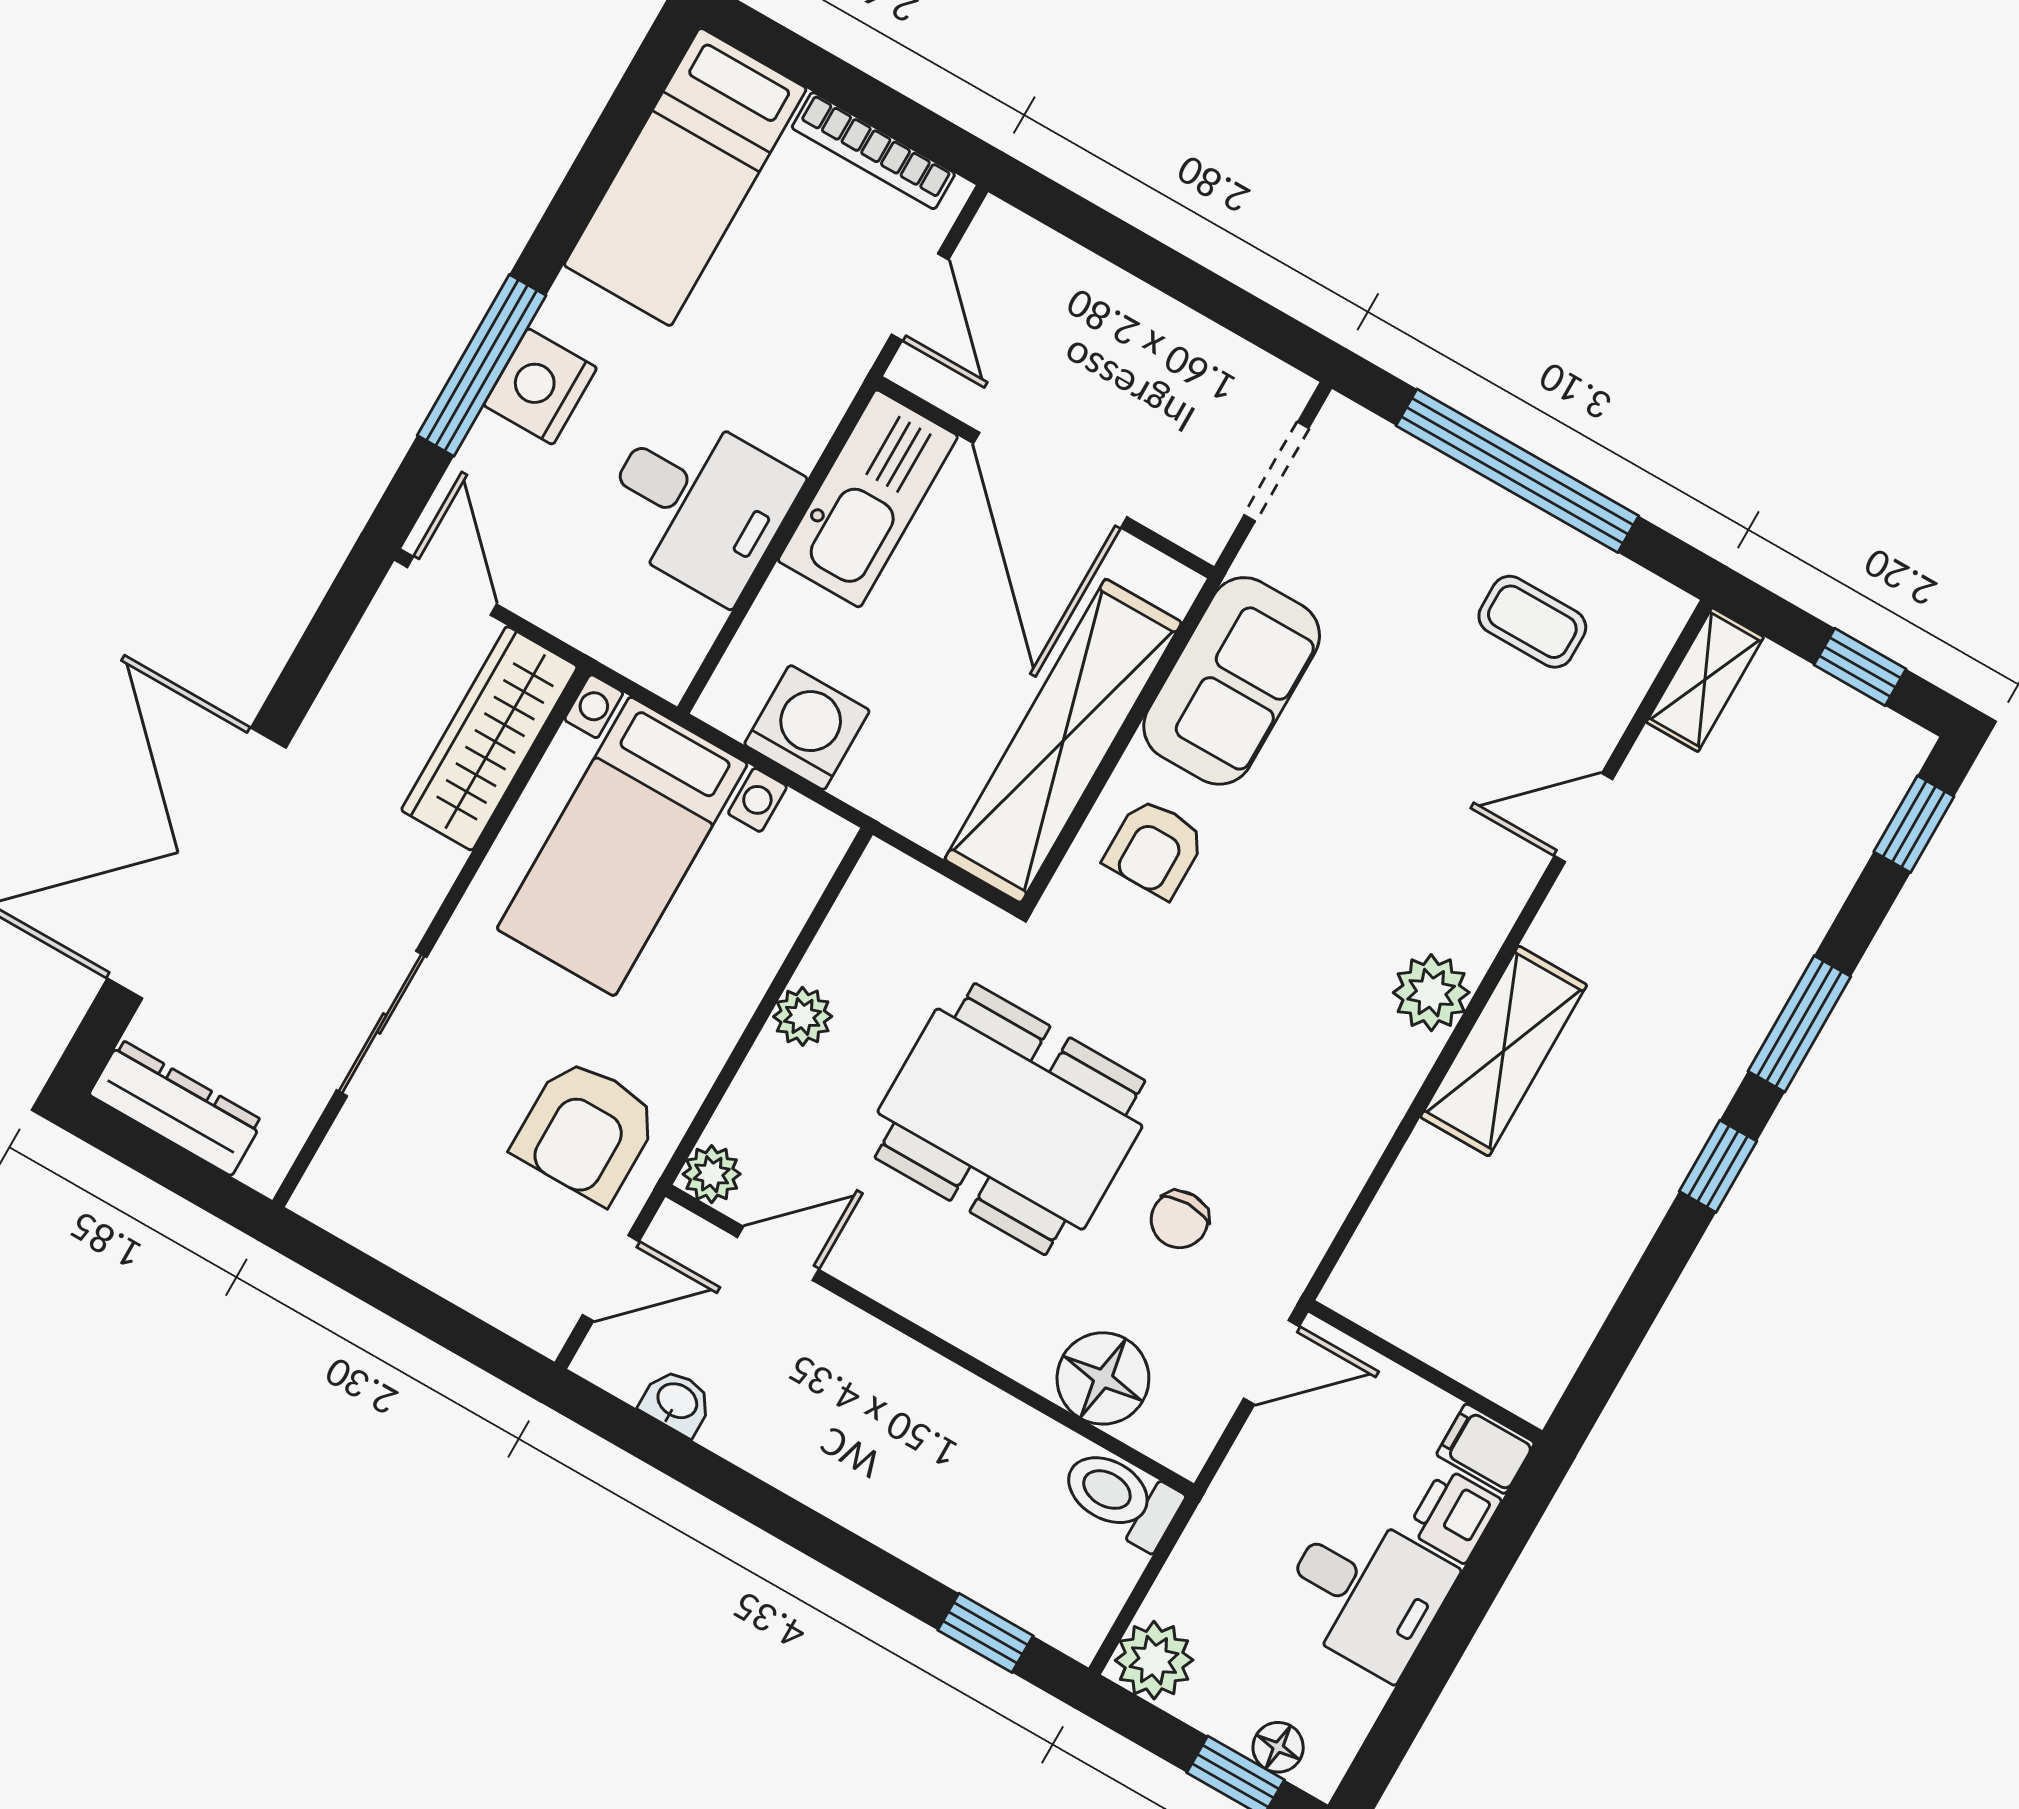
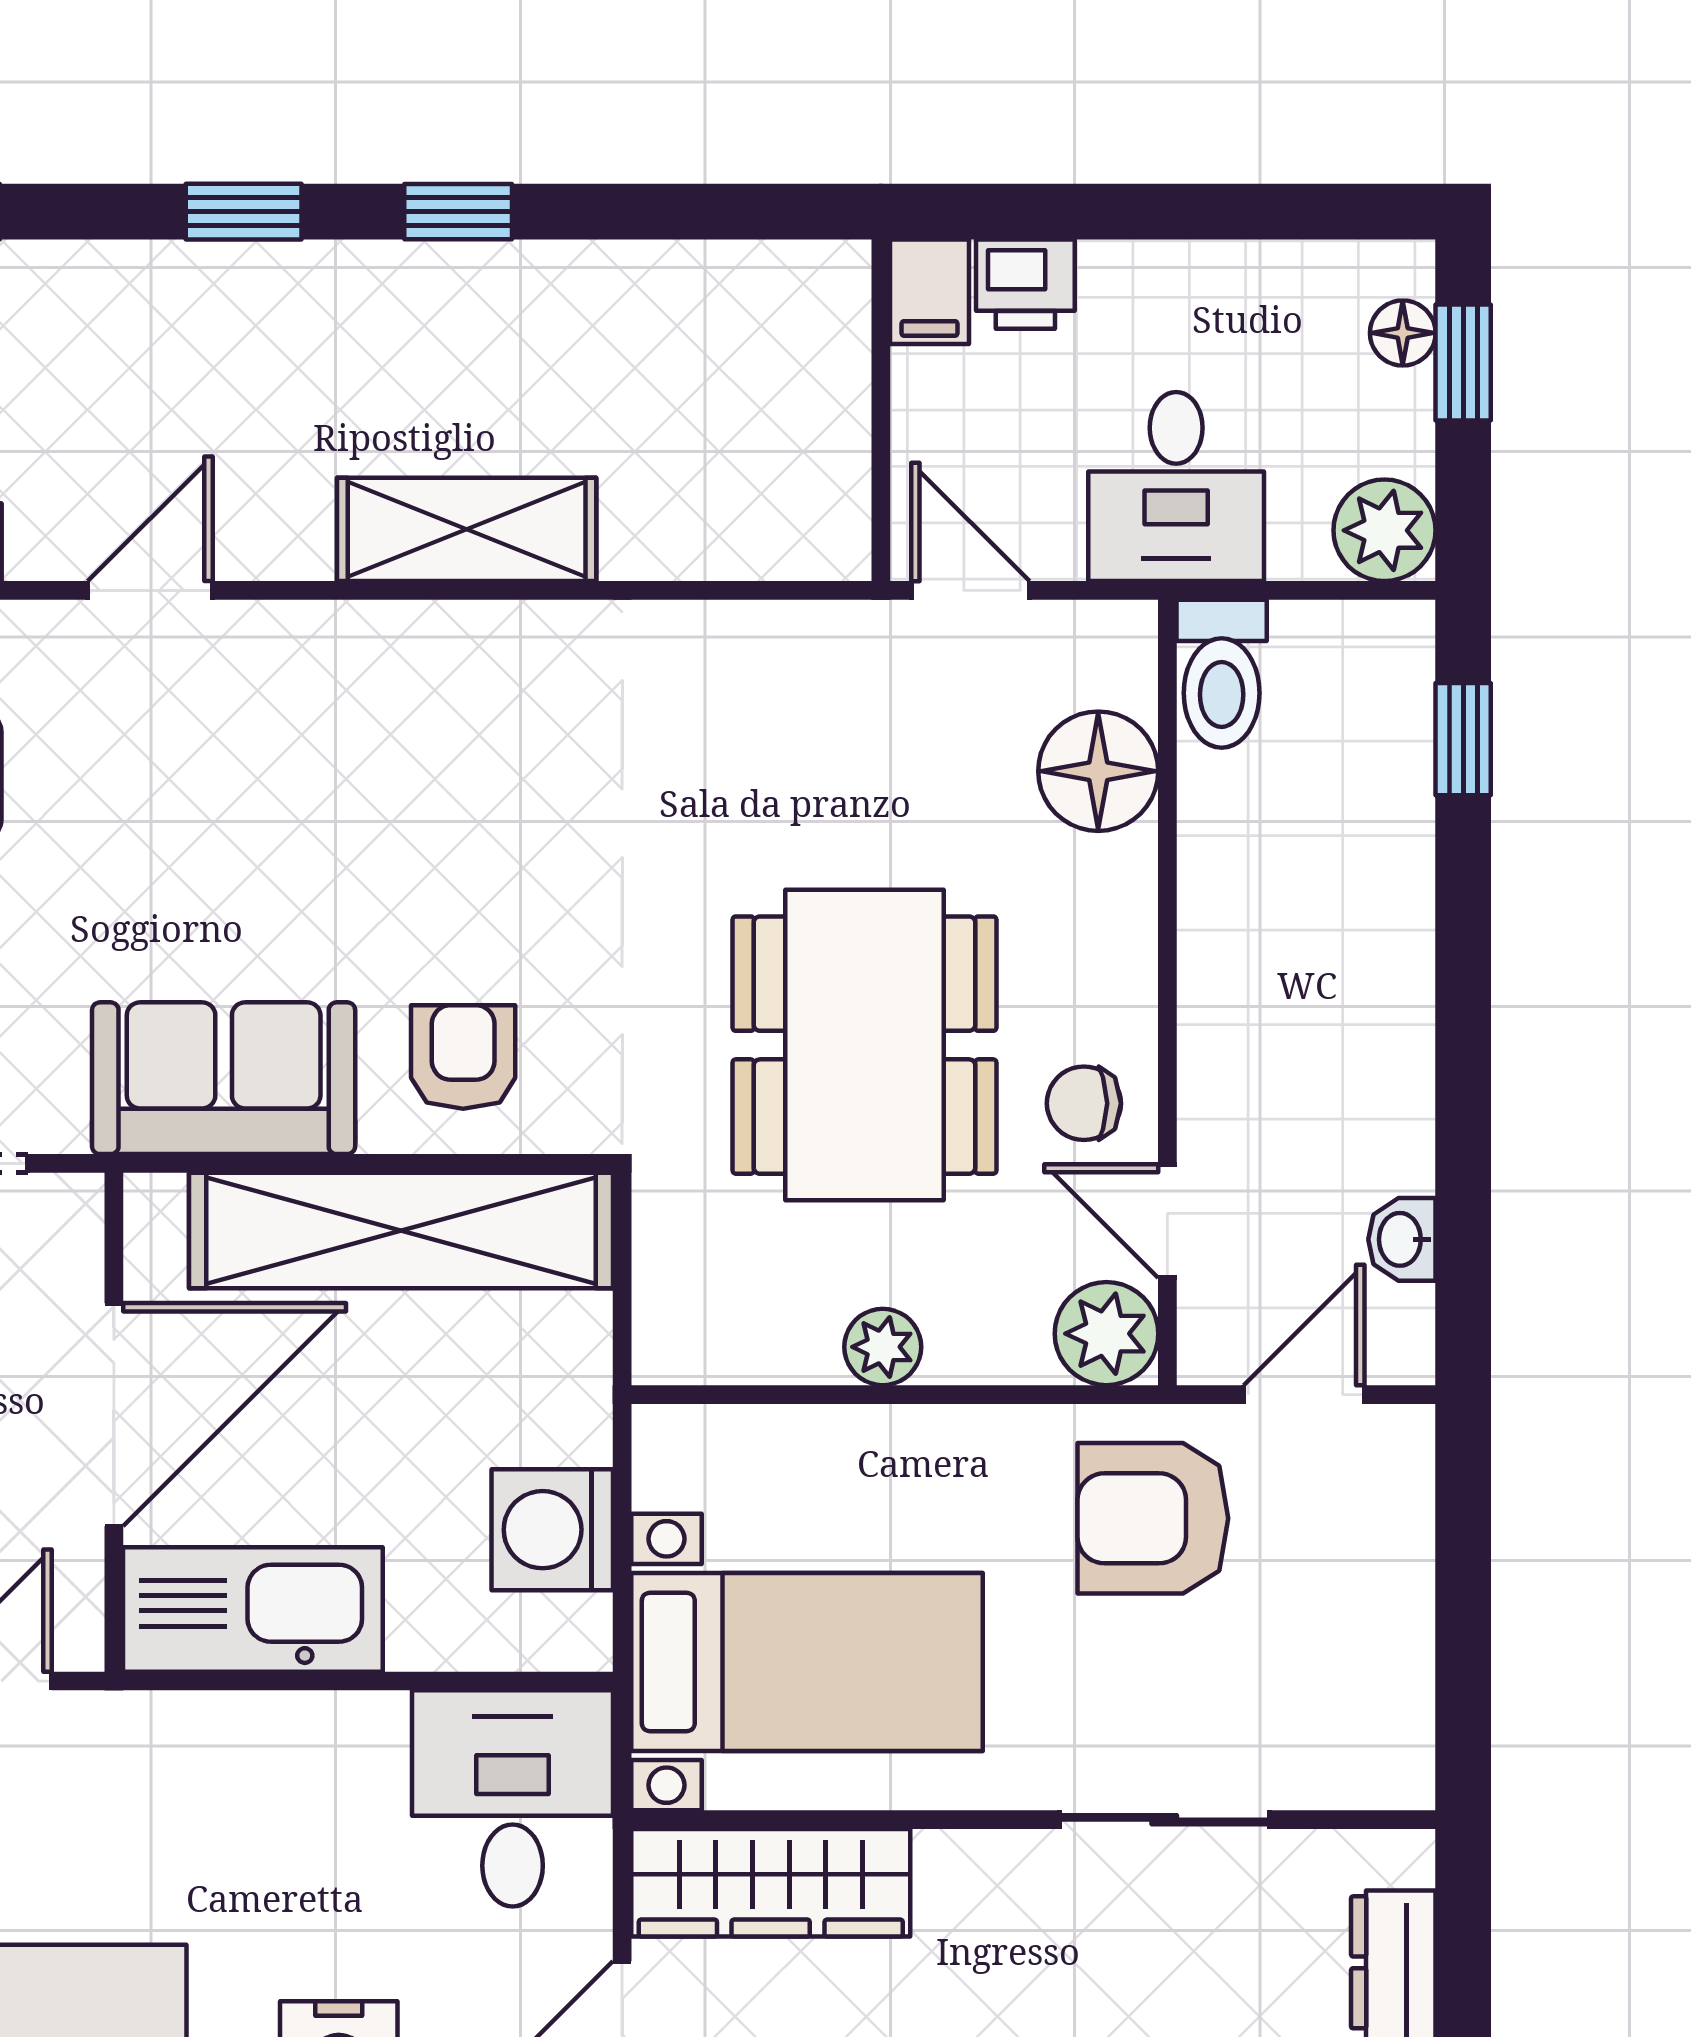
desk: (698, 503) -> (513, 1798), moved
door: (1583, 818) -> (150, 590), swing flipped
armchair: (1155, 848) -> (463, 1057), turned -90
plant: (1431, 993) -> (447, 650), removed
window: (1799, 1024) -> (244, 212), width x0.67
armchair: (586, 1131) -> (1153, 1518), turned 180
plant: (712, 1174) -> (1106, 1334), width x1.38, depth x1.38
chair: (1180, 1220) -> (1084, 1103), moved, turned 180
door: (611, 1278) -> (1304, 1395), hinge flipped
desk: (1366, 1592) -> (1176, 487), moved, turned 180

